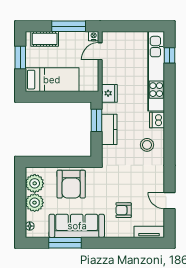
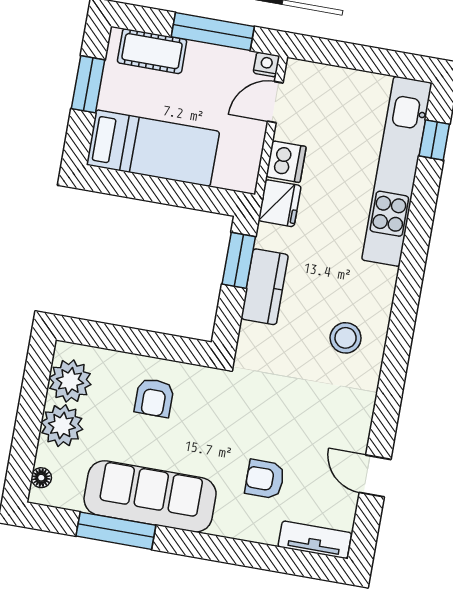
dishwasher: (157, 120) -> (286, 162), moved, turned 180
armchair: (71, 184) -> (154, 398), width x0.53, depth x0.53

